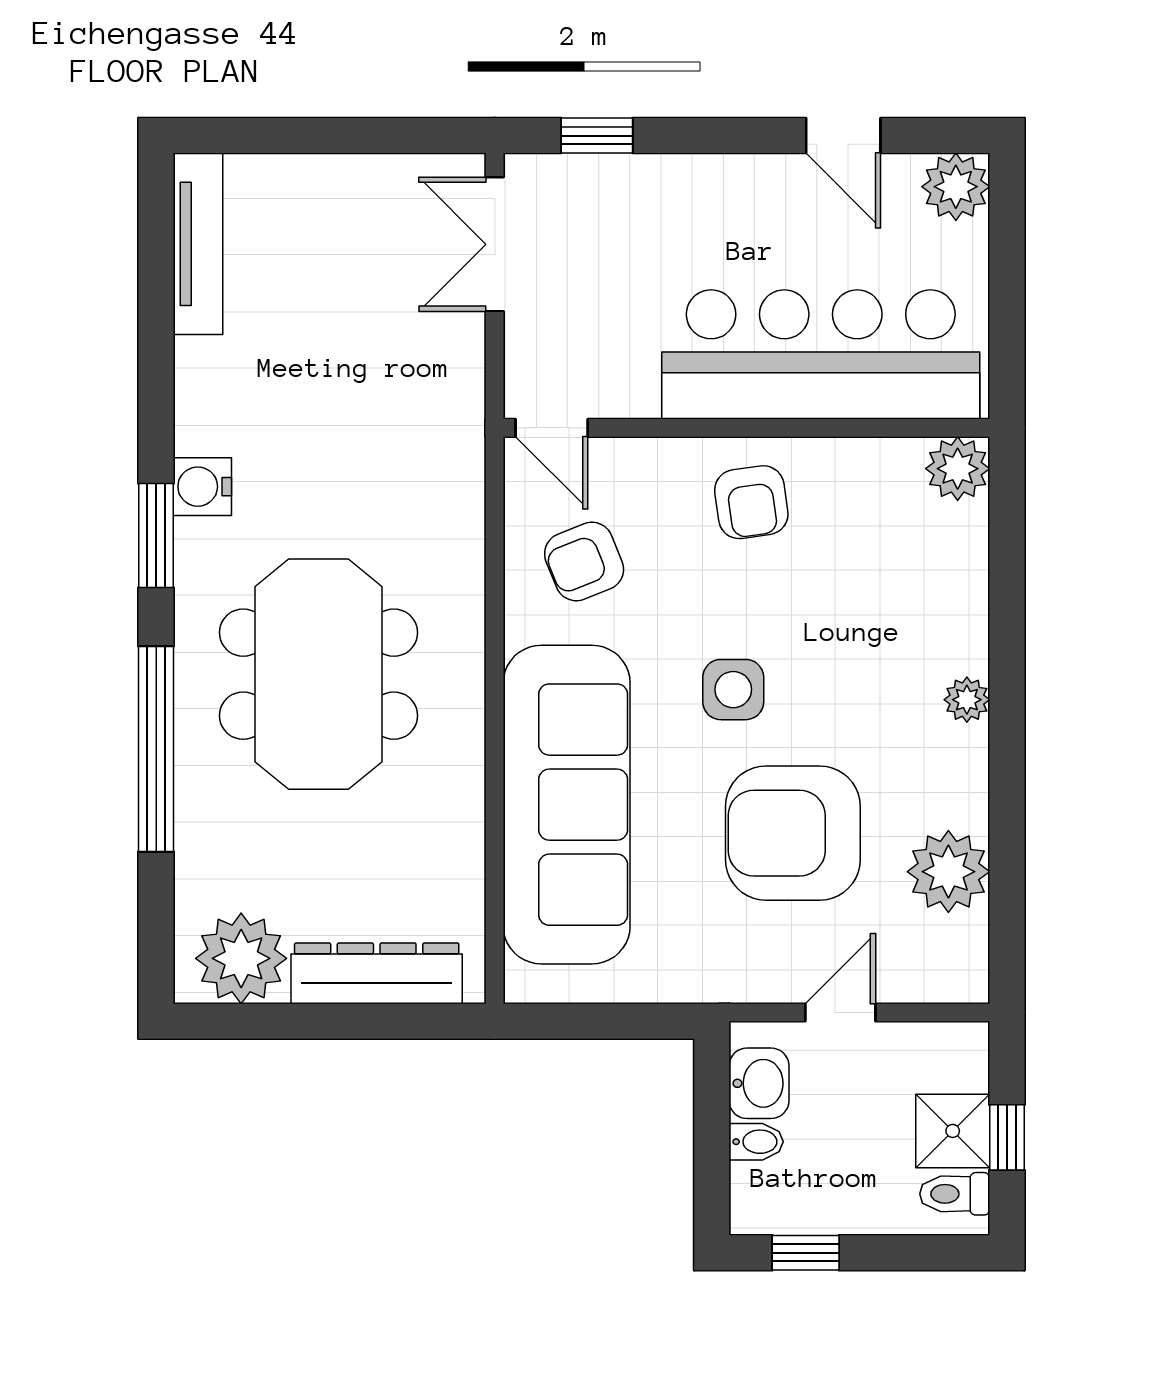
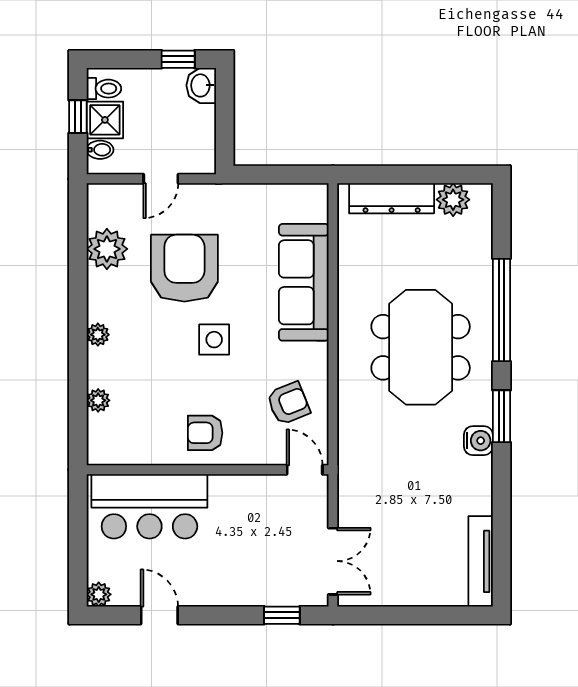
plant: (956, 187) -> (99, 594), width x0.73, depth x0.73
bar counter: (821, 354) -> (149, 506), width x0.73
plant: (958, 469) -> (98, 400), moved, width x0.73, depth x0.73
armchair: (751, 502) -> (205, 433), turned -82
sofa: (567, 805) -> (304, 282), width x0.74, depth x0.79
armchair: (793, 833) -> (184, 268), turned -90
plant: (241, 958) -> (453, 200), width x0.73, depth x0.73
washbasin: (759, 1083) -> (201, 85), moved
bidet: (756, 1142) -> (100, 150), moved, turned 180

